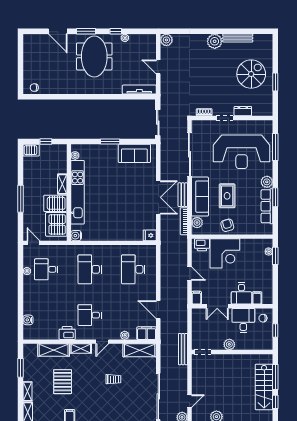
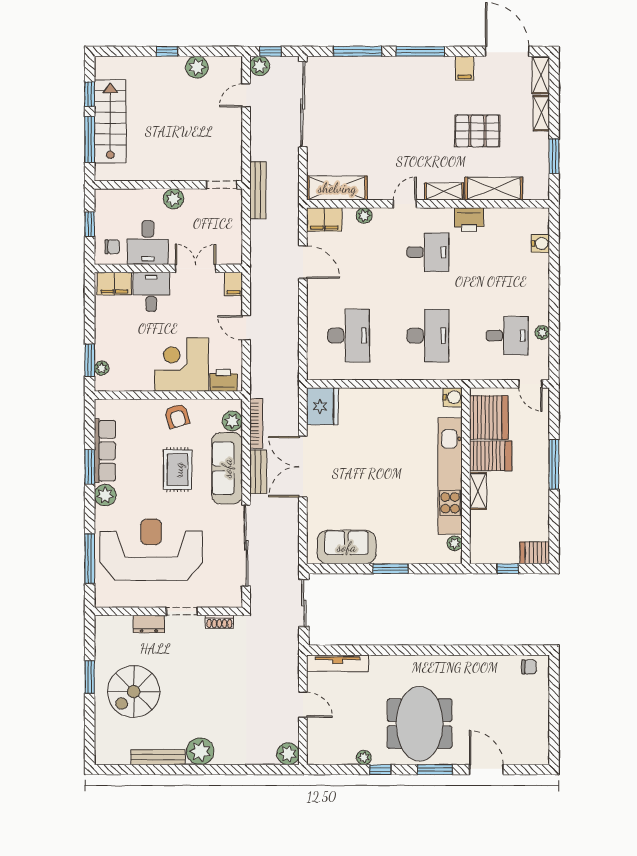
fridge: (150, 235) -> (322, 406), width x1.88, depth x1.34
filing cabinet: (257, 298) -> (114, 284), width x2.00
trolley: (113, 379) -> (385, 135), removed
pallet: (63, 382) -> (477, 131), turned 90

